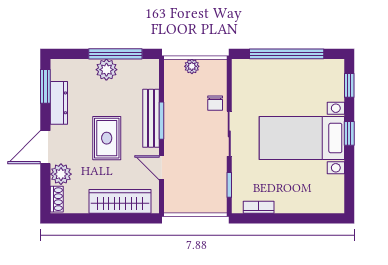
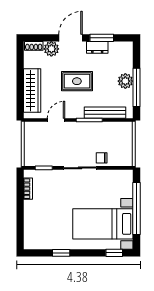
plant: (192, 66) -> (128, 141), removed
window: (45, 86) -> (102, 38), moved
dresser: (59, 103) -> (97, 47), width x0.70
bench: (151, 118) -> (105, 113), moved
window: (349, 133) -> (61, 253), moved
bed with nightstands: (302, 138) -> (103, 224), moved, turned -90
door: (45, 147) -> (71, 38), hinge flipped

